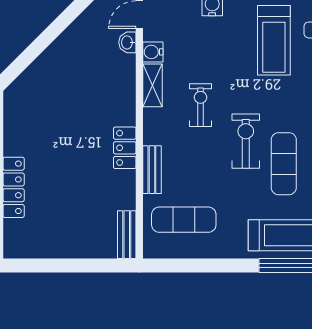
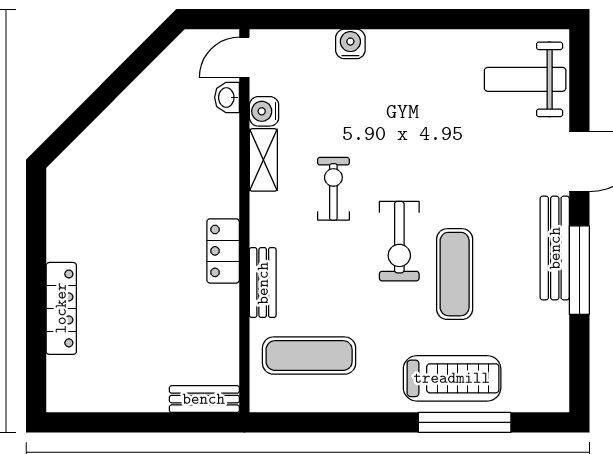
treadmill: (274, 40) -> (440, 94), removed
exercise bike: (246, 141) -> (399, 241), turned 180
bench: (127, 235) -> (204, 399), moved, turned 90

